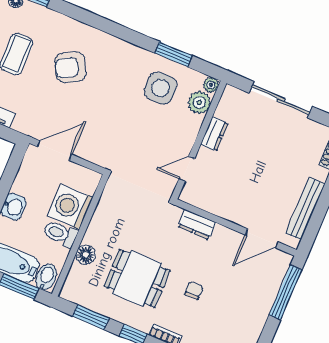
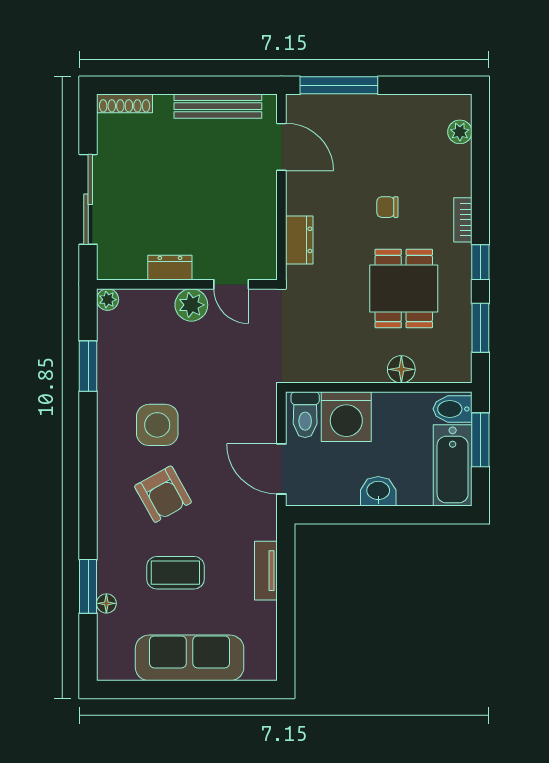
side table: (160, 88) -> (157, 425), moved
plant: (199, 102) -> (191, 305), moved
toilet: (60, 234) -> (305, 415), moved

